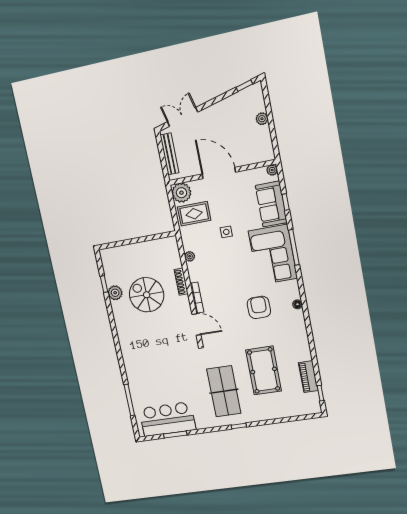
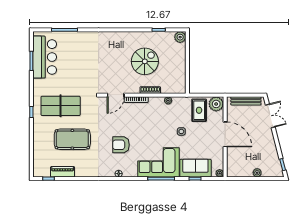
door: (219, 173) -> (225, 134), hinge flipped
plant: (115, 293) -> (180, 37), moved
armchair: (259, 307) -> (121, 145), turned 180

